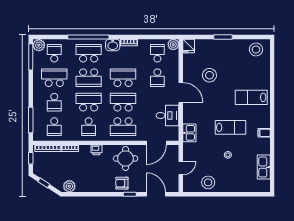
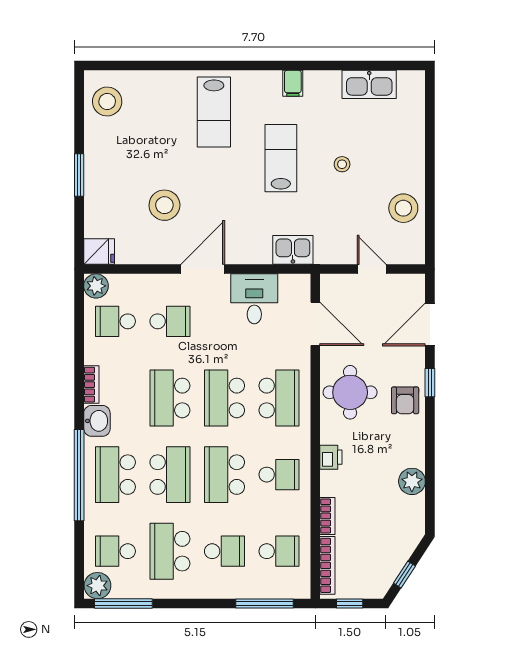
plant: (69, 186) -> (412, 481), moved

